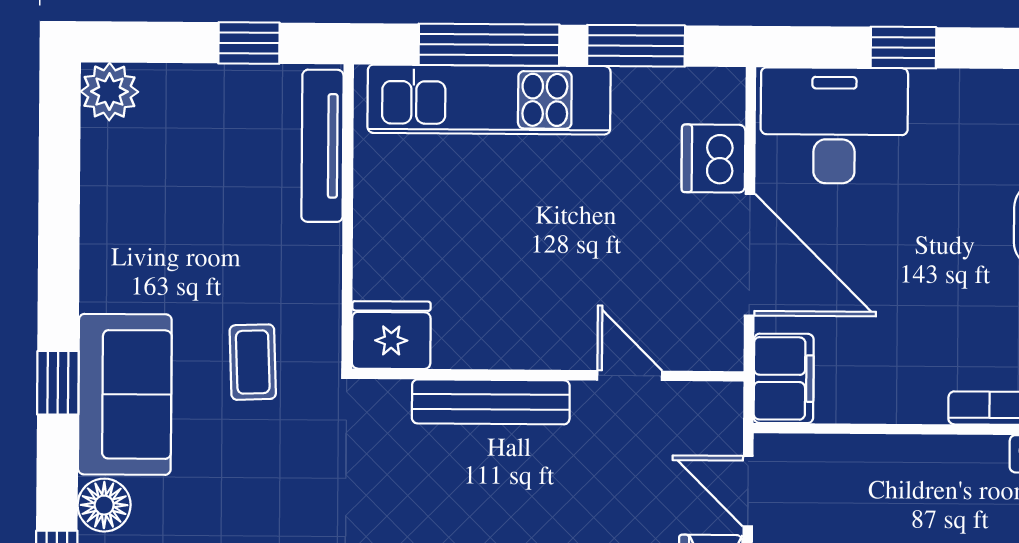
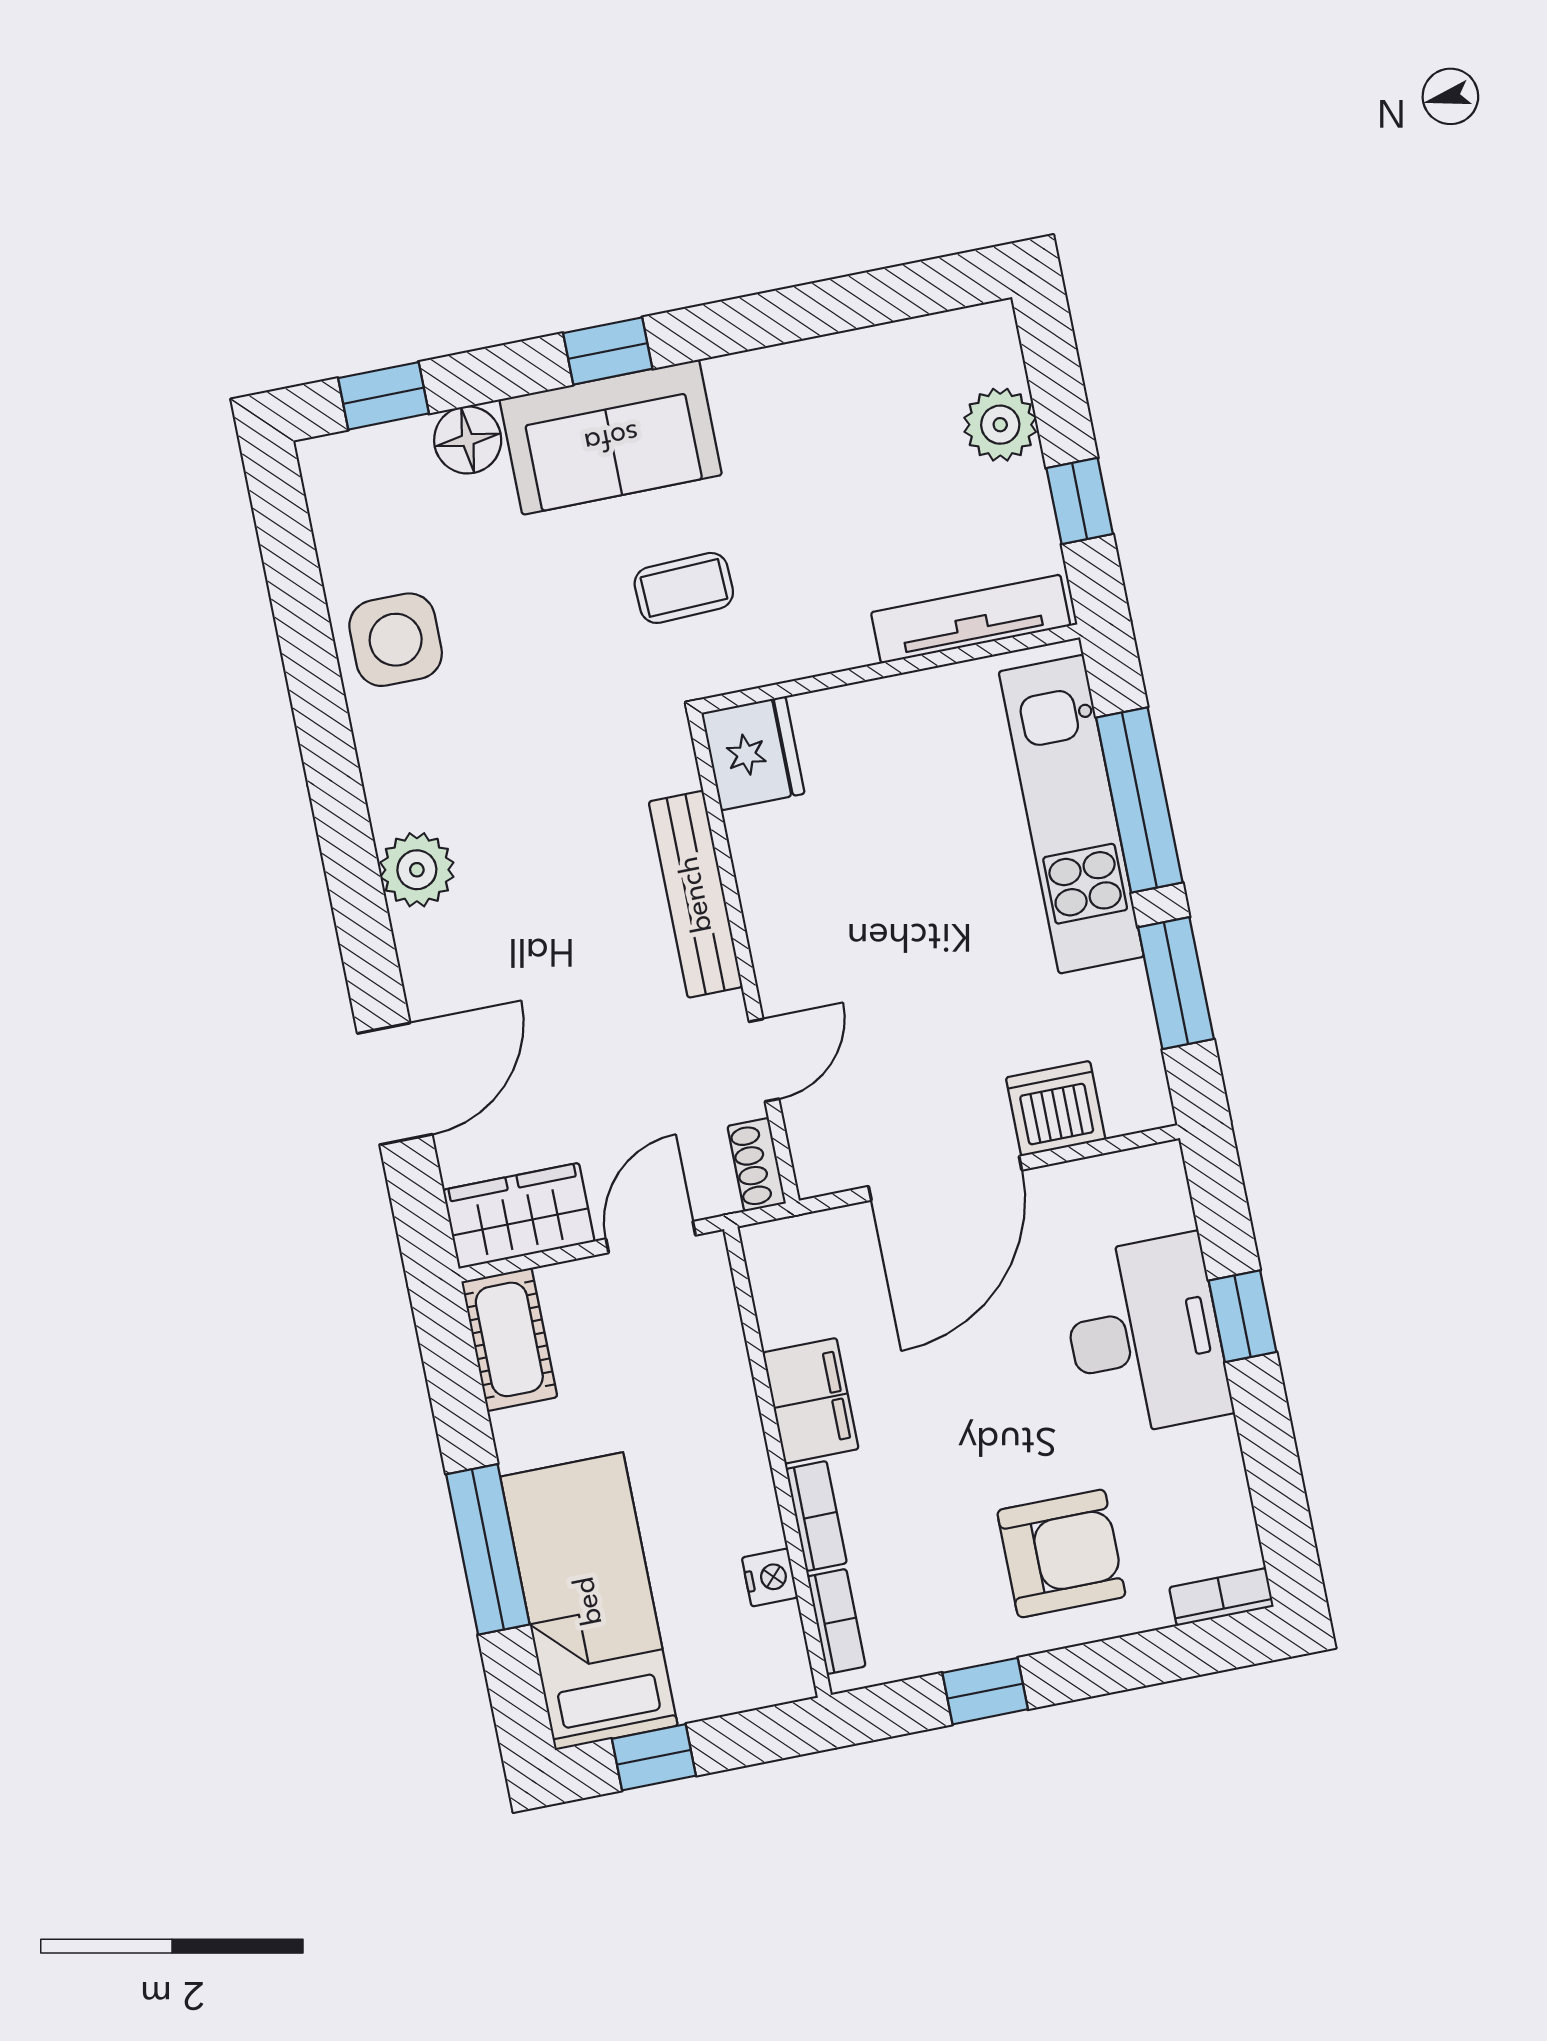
plant: (109, 92) -> (1000, 425), moved
desk: (834, 125) -> (1145, 1336), moved
filing cabinet: (784, 378) -> (811, 1401), moved, turned -90
shoe rack: (709, 398) -> (757, 1165), added

